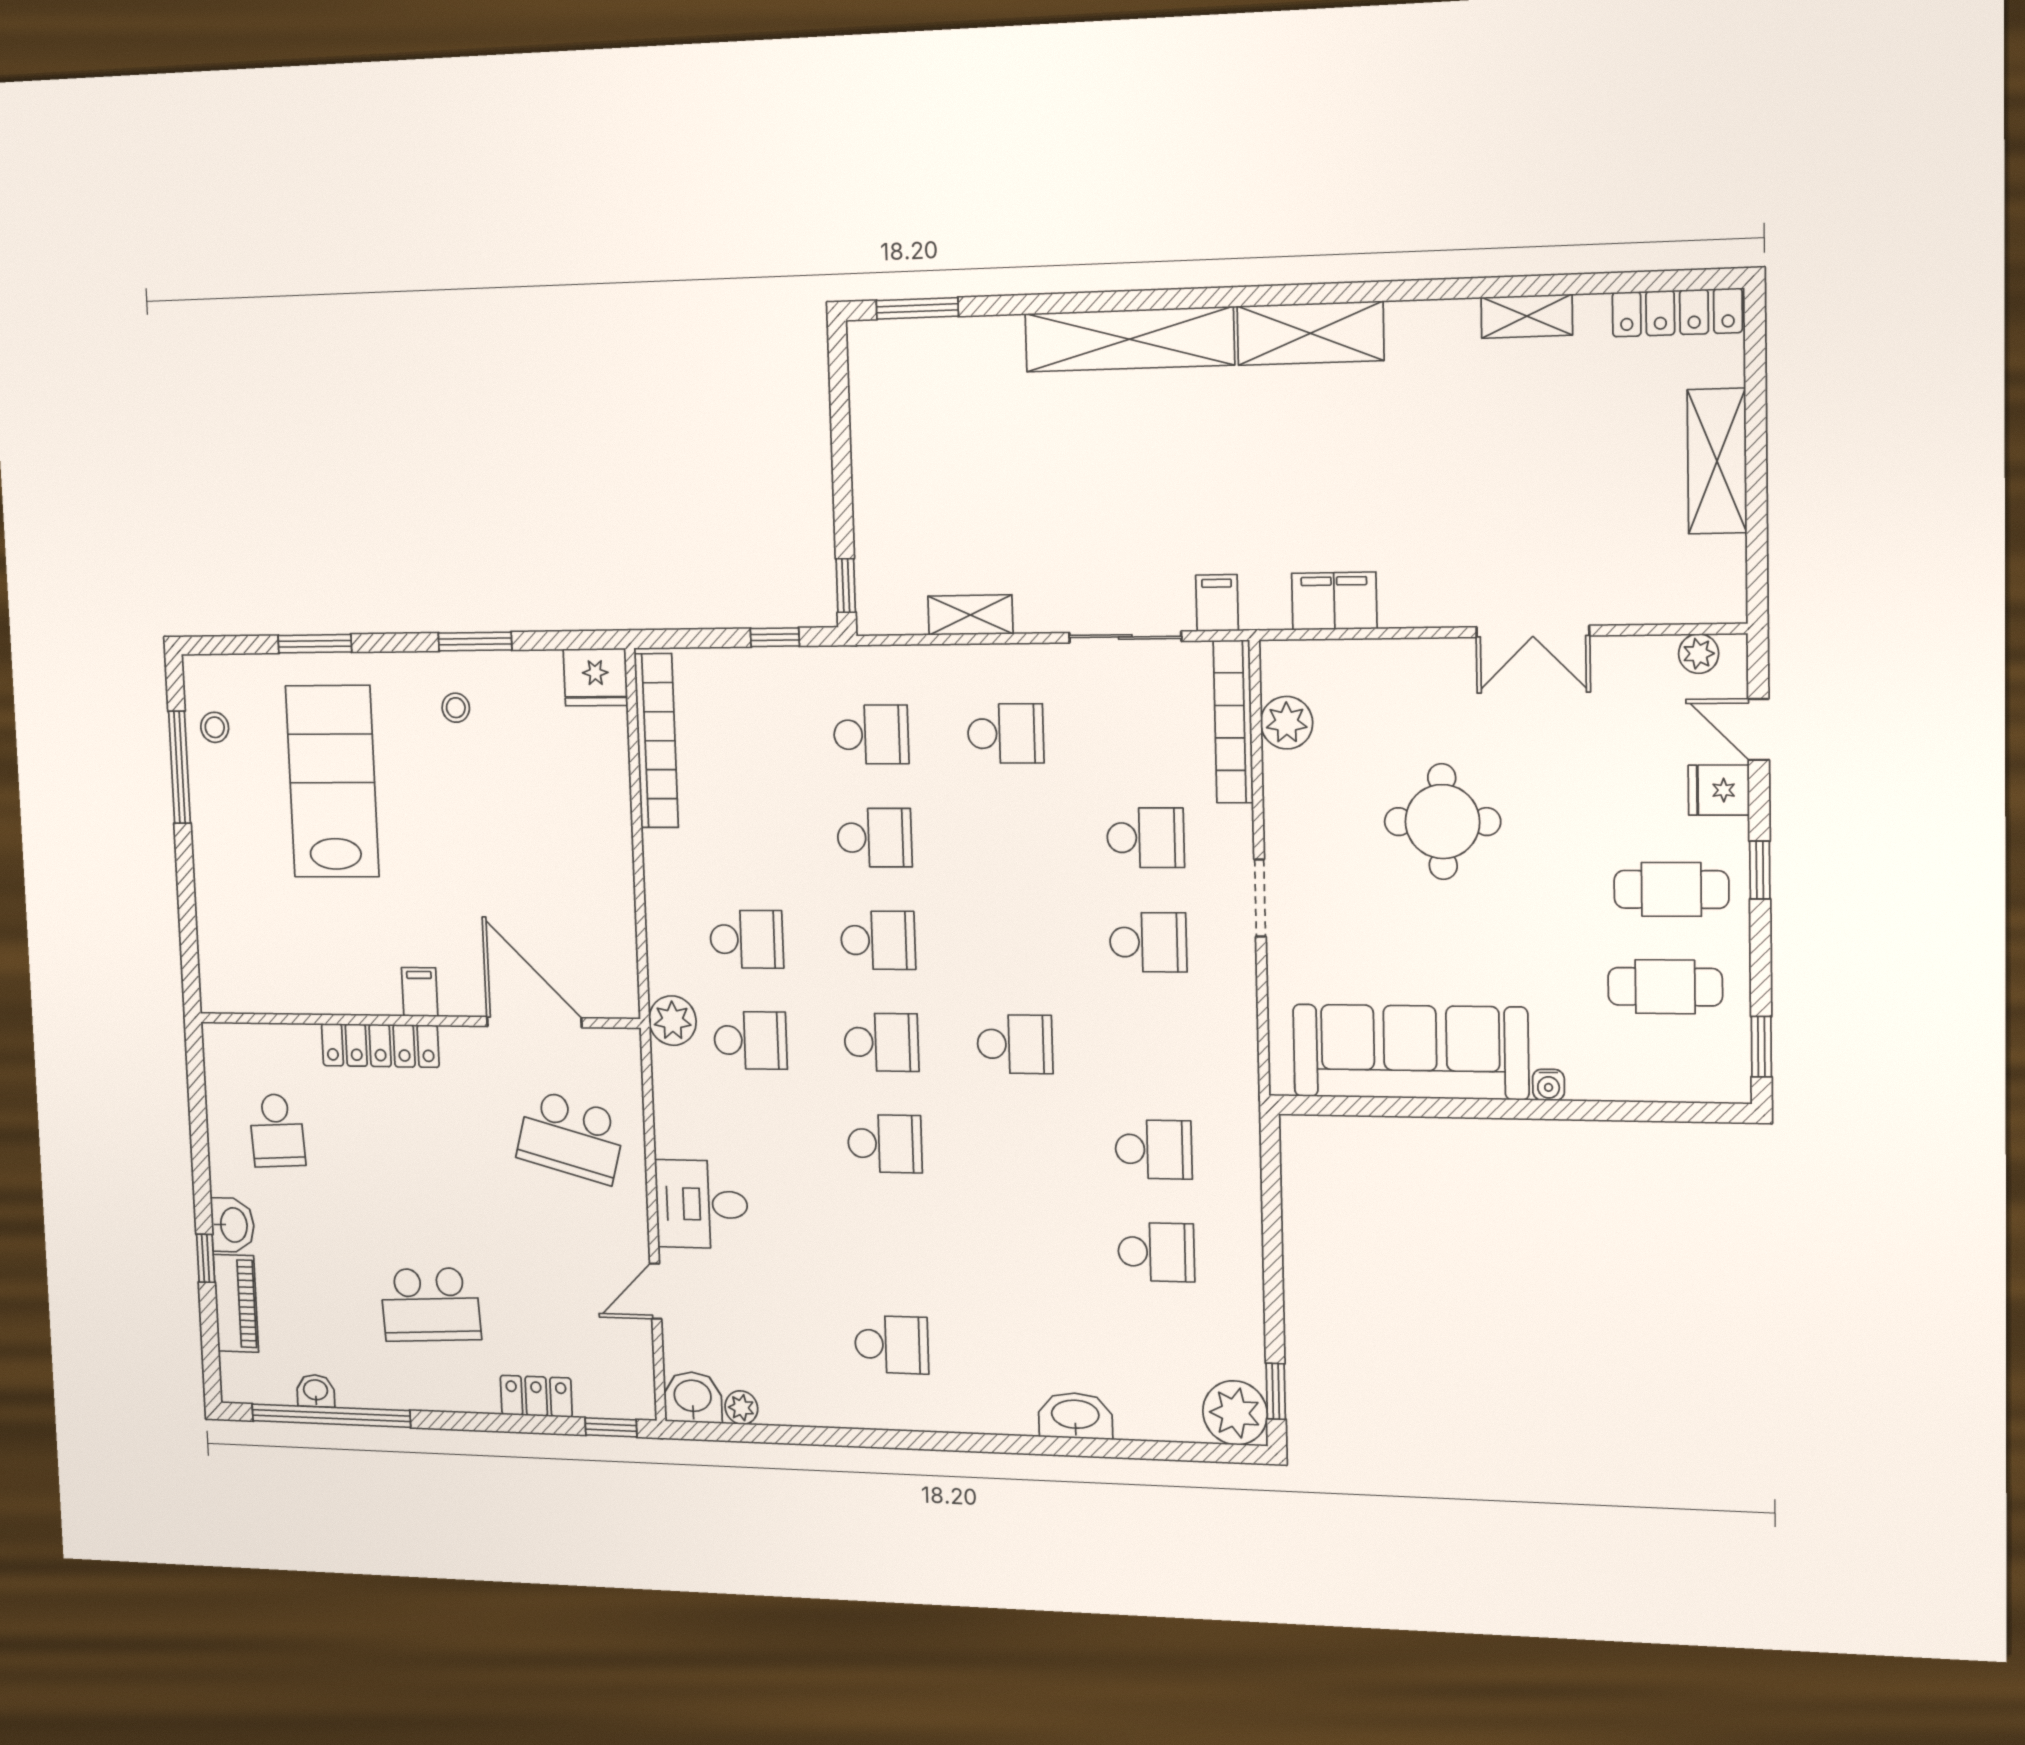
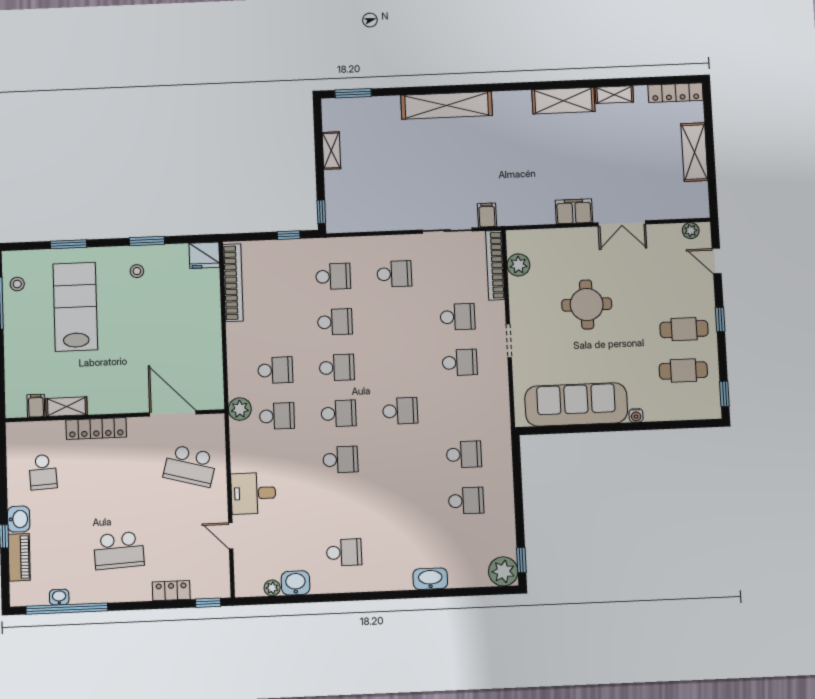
shelving: (1310, 333) -> (563, 101), moved
filing cabinet: (1334, 601) -> (574, 211), moved
shelving: (970, 615) -> (331, 151), moved, turned 90
fridge: (1719, 790) -> (702, 287), removed
filing cabinet: (420, 992) -> (36, 406), moved
shelving: (320, 995) -> (67, 407), added
door: (656, 1291) -> (231, 536), hinge flipped
washbasin: (693, 1397) -> (295, 583), moved

